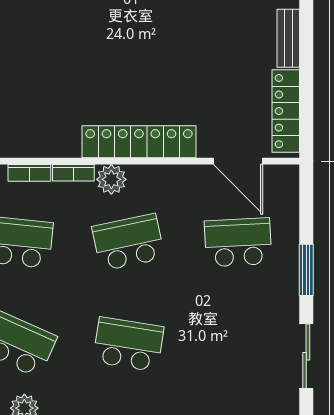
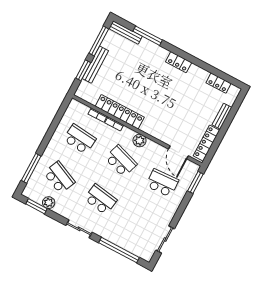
locker: (139, 142) -> (120, 112), moved
plant: (111, 179) -> (140, 141), moved
school desk: (128, 242) -> (121, 161), turned 30
window: (306, 270) -> (195, 182), moved

